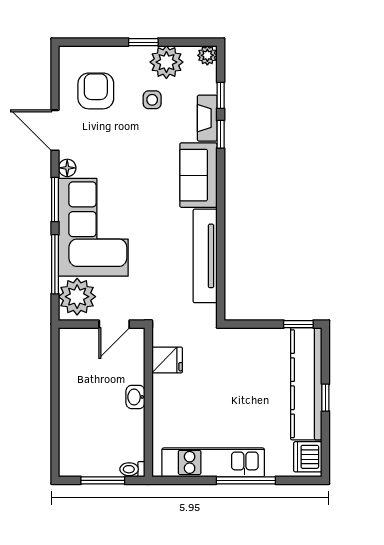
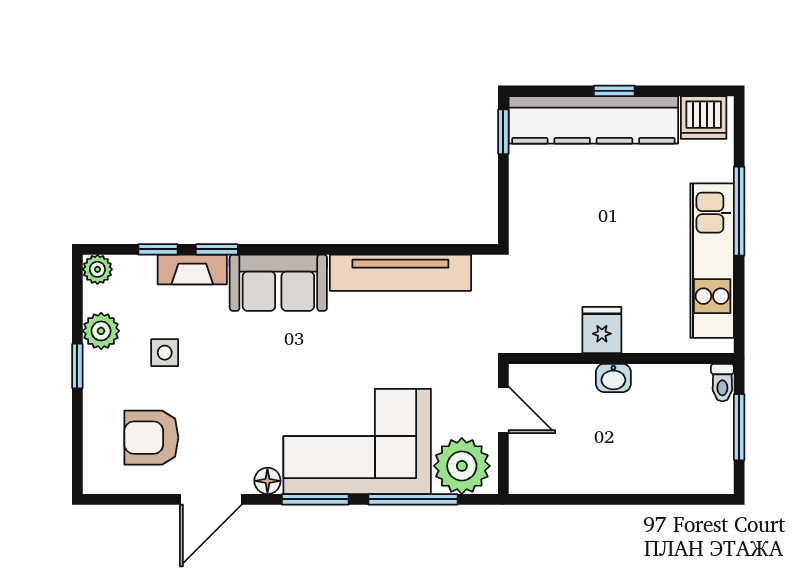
plant: (166, 62) -> (101, 331), width x0.73, depth x0.73
fridge: (167, 360) -> (602, 330), moved

